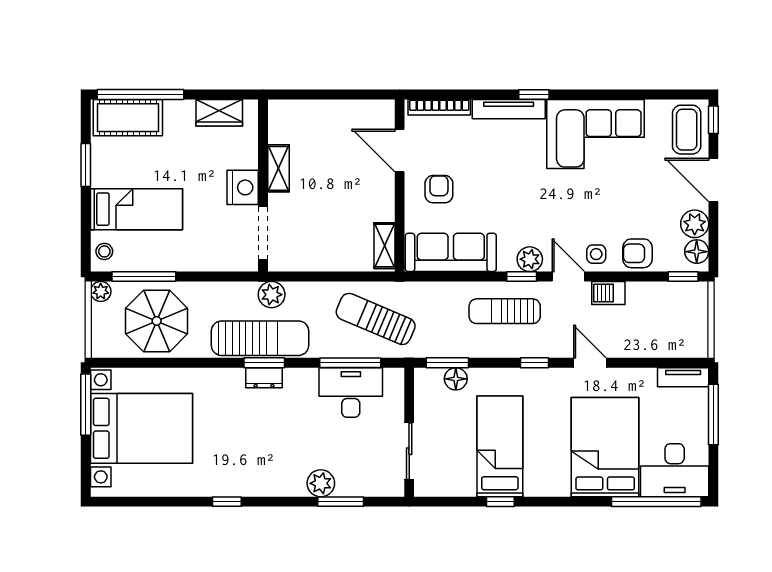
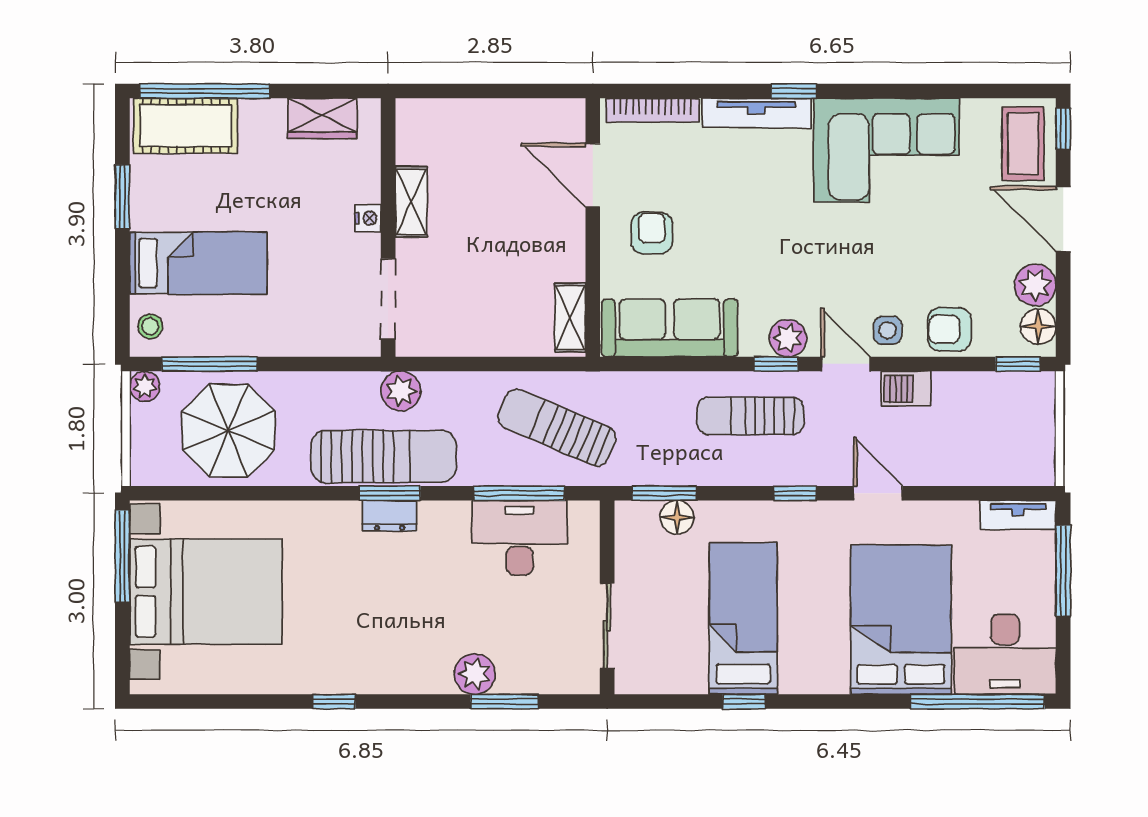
nightstand: (243, 187) -> (368, 218), width x0.53, depth x0.56

